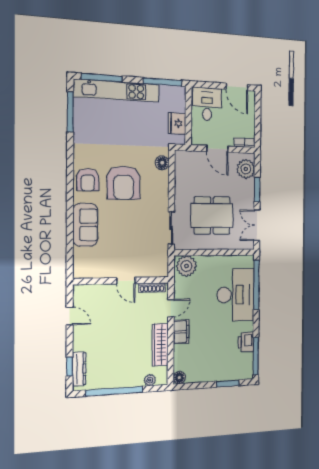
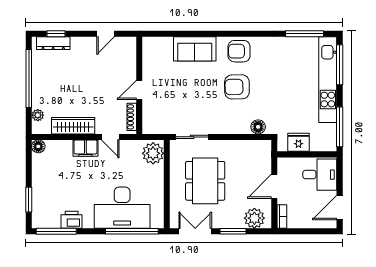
armchair: (123, 183) -> (237, 87), width x0.73, depth x0.73

